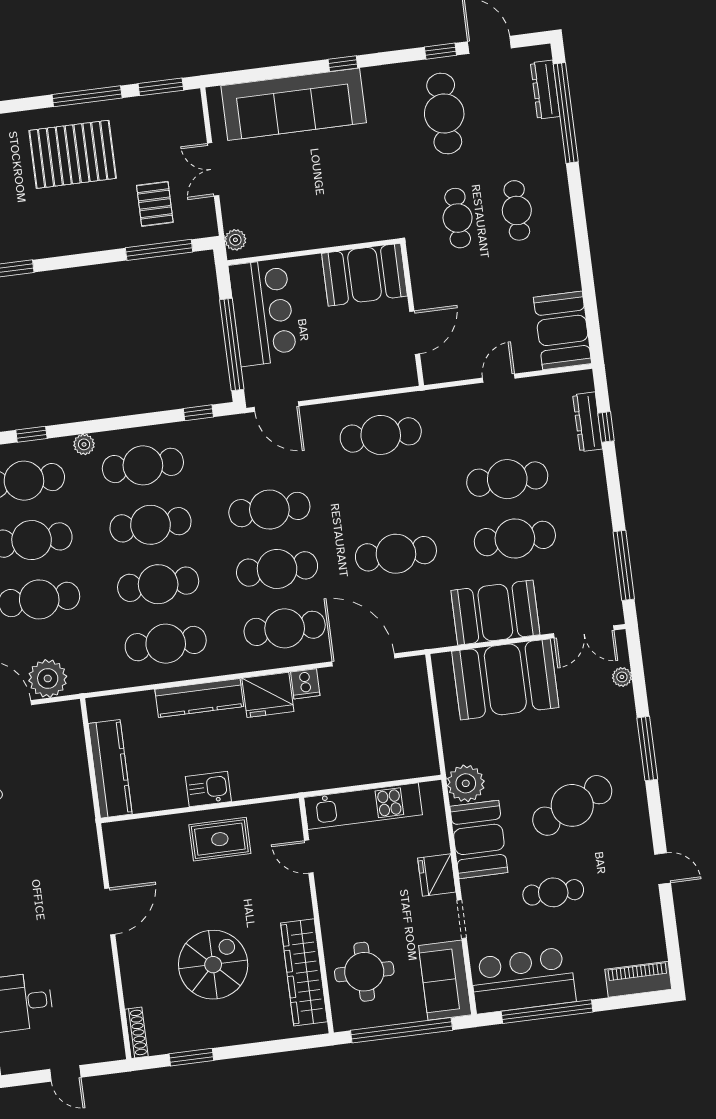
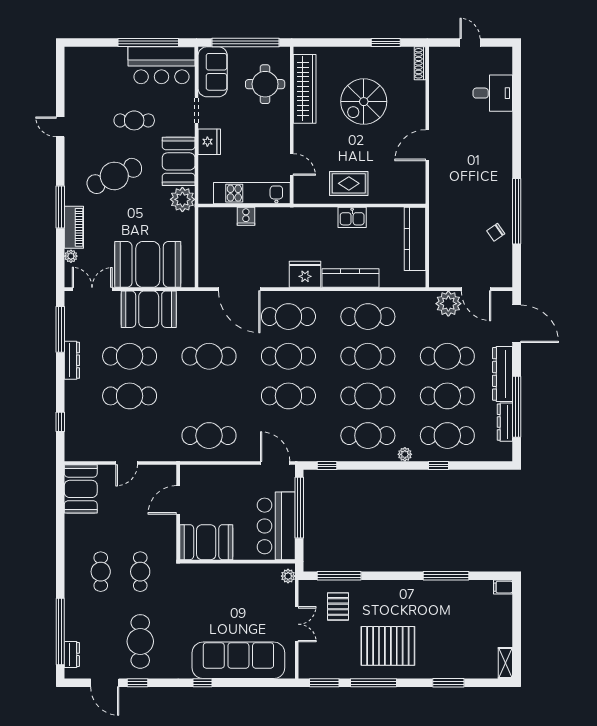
dresser: (545, 90) -> (72, 654), width x0.70
dresser: (588, 422) -> (72, 360), moved
cooker: (305, 684) -> (246, 216), moved, turned 180
piano: (638, 979) -> (74, 227), moved, turned -90

